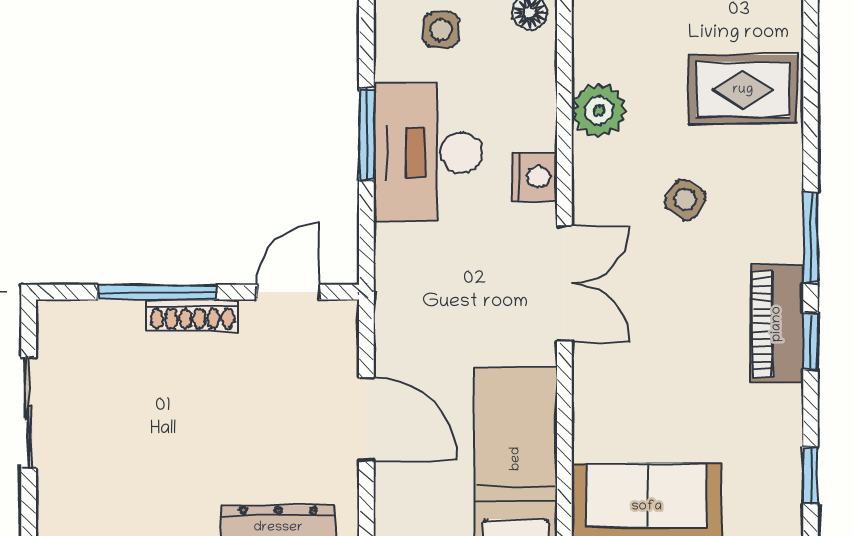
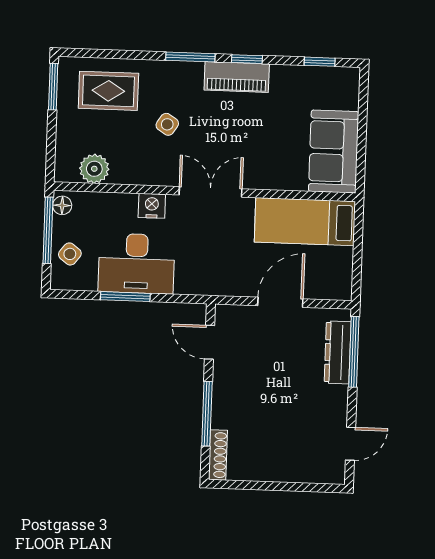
side table: (441, 30) -> (70, 254), turned 38
rug: (743, 90) -> (108, 91), turned 90
plant: (599, 110) -> (94, 169), moved
shoe rack: (193, 315) -> (218, 455), moved
sliding door: (29, 413) -> (270, 486), removed

